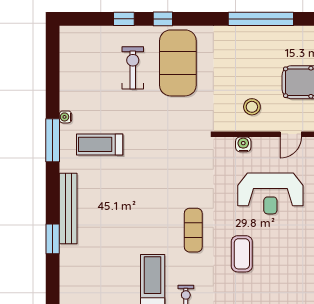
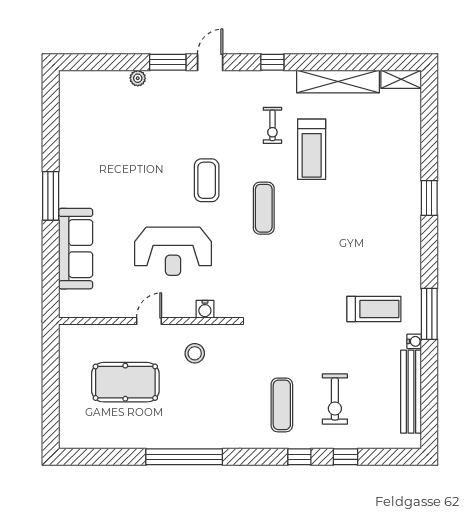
exercise mat: (178, 63) -> (282, 405), width x0.50, depth x0.69
reception desk: (270, 194) -> (173, 251), turned 180
bench: (68, 208) -> (411, 392), moved

